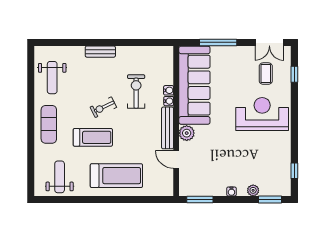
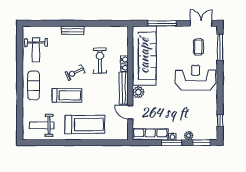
double door: (269, 42) -> (201, 23), swing flipped
window: (294, 74) -> (220, 47), width x2.17
weight bench: (60, 177) -> (42, 125), turned -90
row of seats: (202, 189) -> (150, 134), added
window: (200, 200) -> (172, 143), moved

